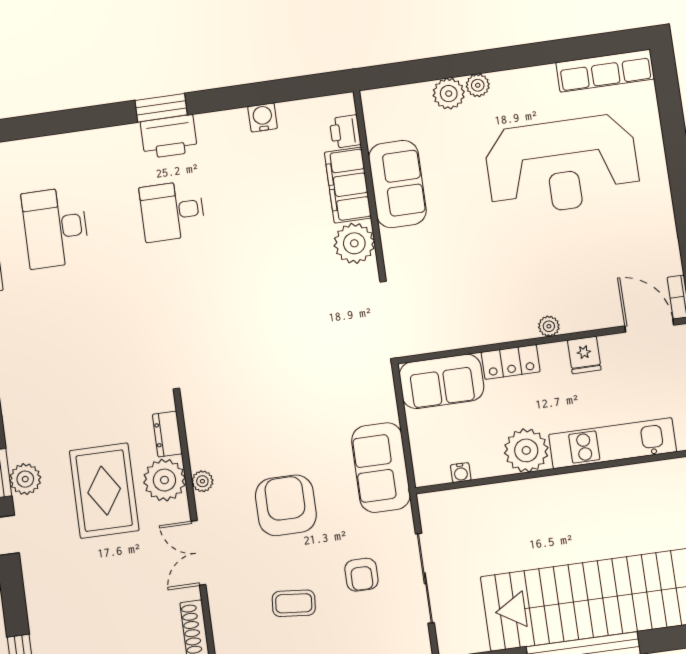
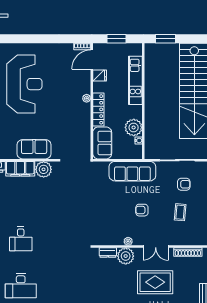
sofa: (397, 184) -> (34, 149), moved
fridge: (584, 355) -> (100, 76), moved
locker: (511, 362) -> (98, 109), width x1.53
plant: (526, 450) -> (134, 127), moved
sofa: (381, 468) -> (132, 171), width x1.36
rug: (104, 491) -> (155, 282), moved
armchair: (286, 505) -> (142, 210), width x0.53, depth x0.53
armchair: (361, 575) -> (184, 184), moved

